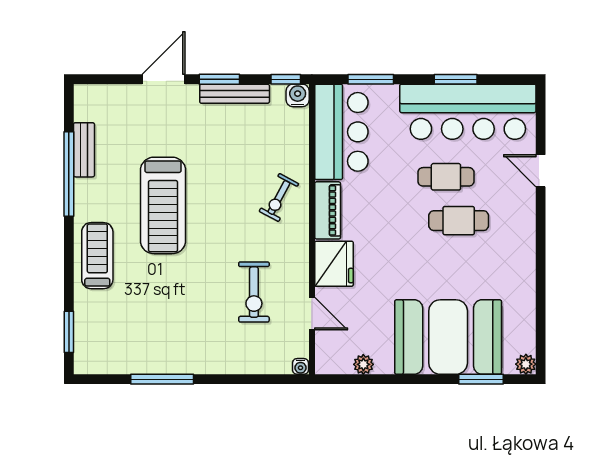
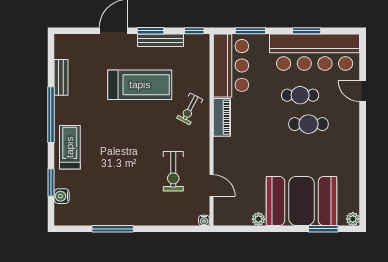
water cooler: (298, 95) -> (62, 196), moved, turned -90
window: (69, 174) -> (51, 115), moved
treadmill: (163, 205) -> (140, 85), moved, turned -90
fridge: (334, 264) -> (226, 153), removed
window: (69, 332) -> (51, 183), moved
plant: (363, 364) -> (258, 219), moved

